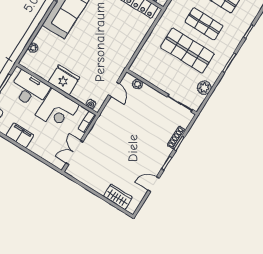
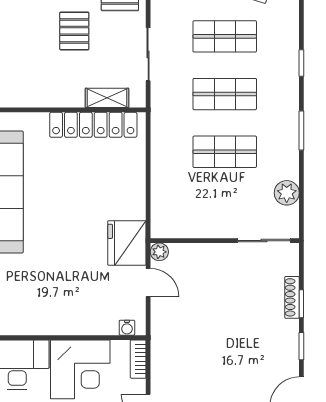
shop shelf: (187, 51) -> (225, 152), width x0.70, depth x0.74
fridge: (64, 80) -> (127, 243), moved, turned -90
plant: (137, 84) -> (159, 252), moved

